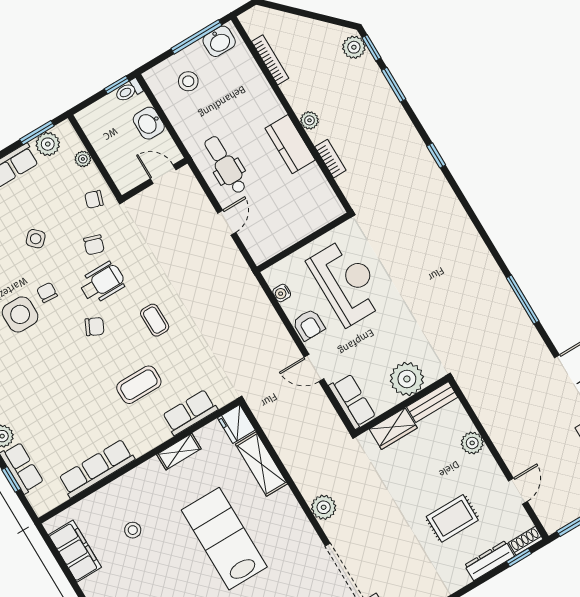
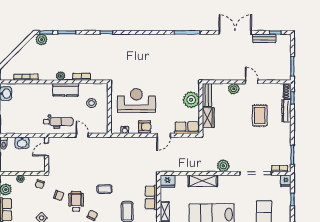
stool: (188, 81) -> (92, 103), moved
dental chair: (225, 165) -> (58, 122), turned 180
shelving: (261, 464) -> (203, 181), moved
door: (518, 491) -> (252, 82), moved

